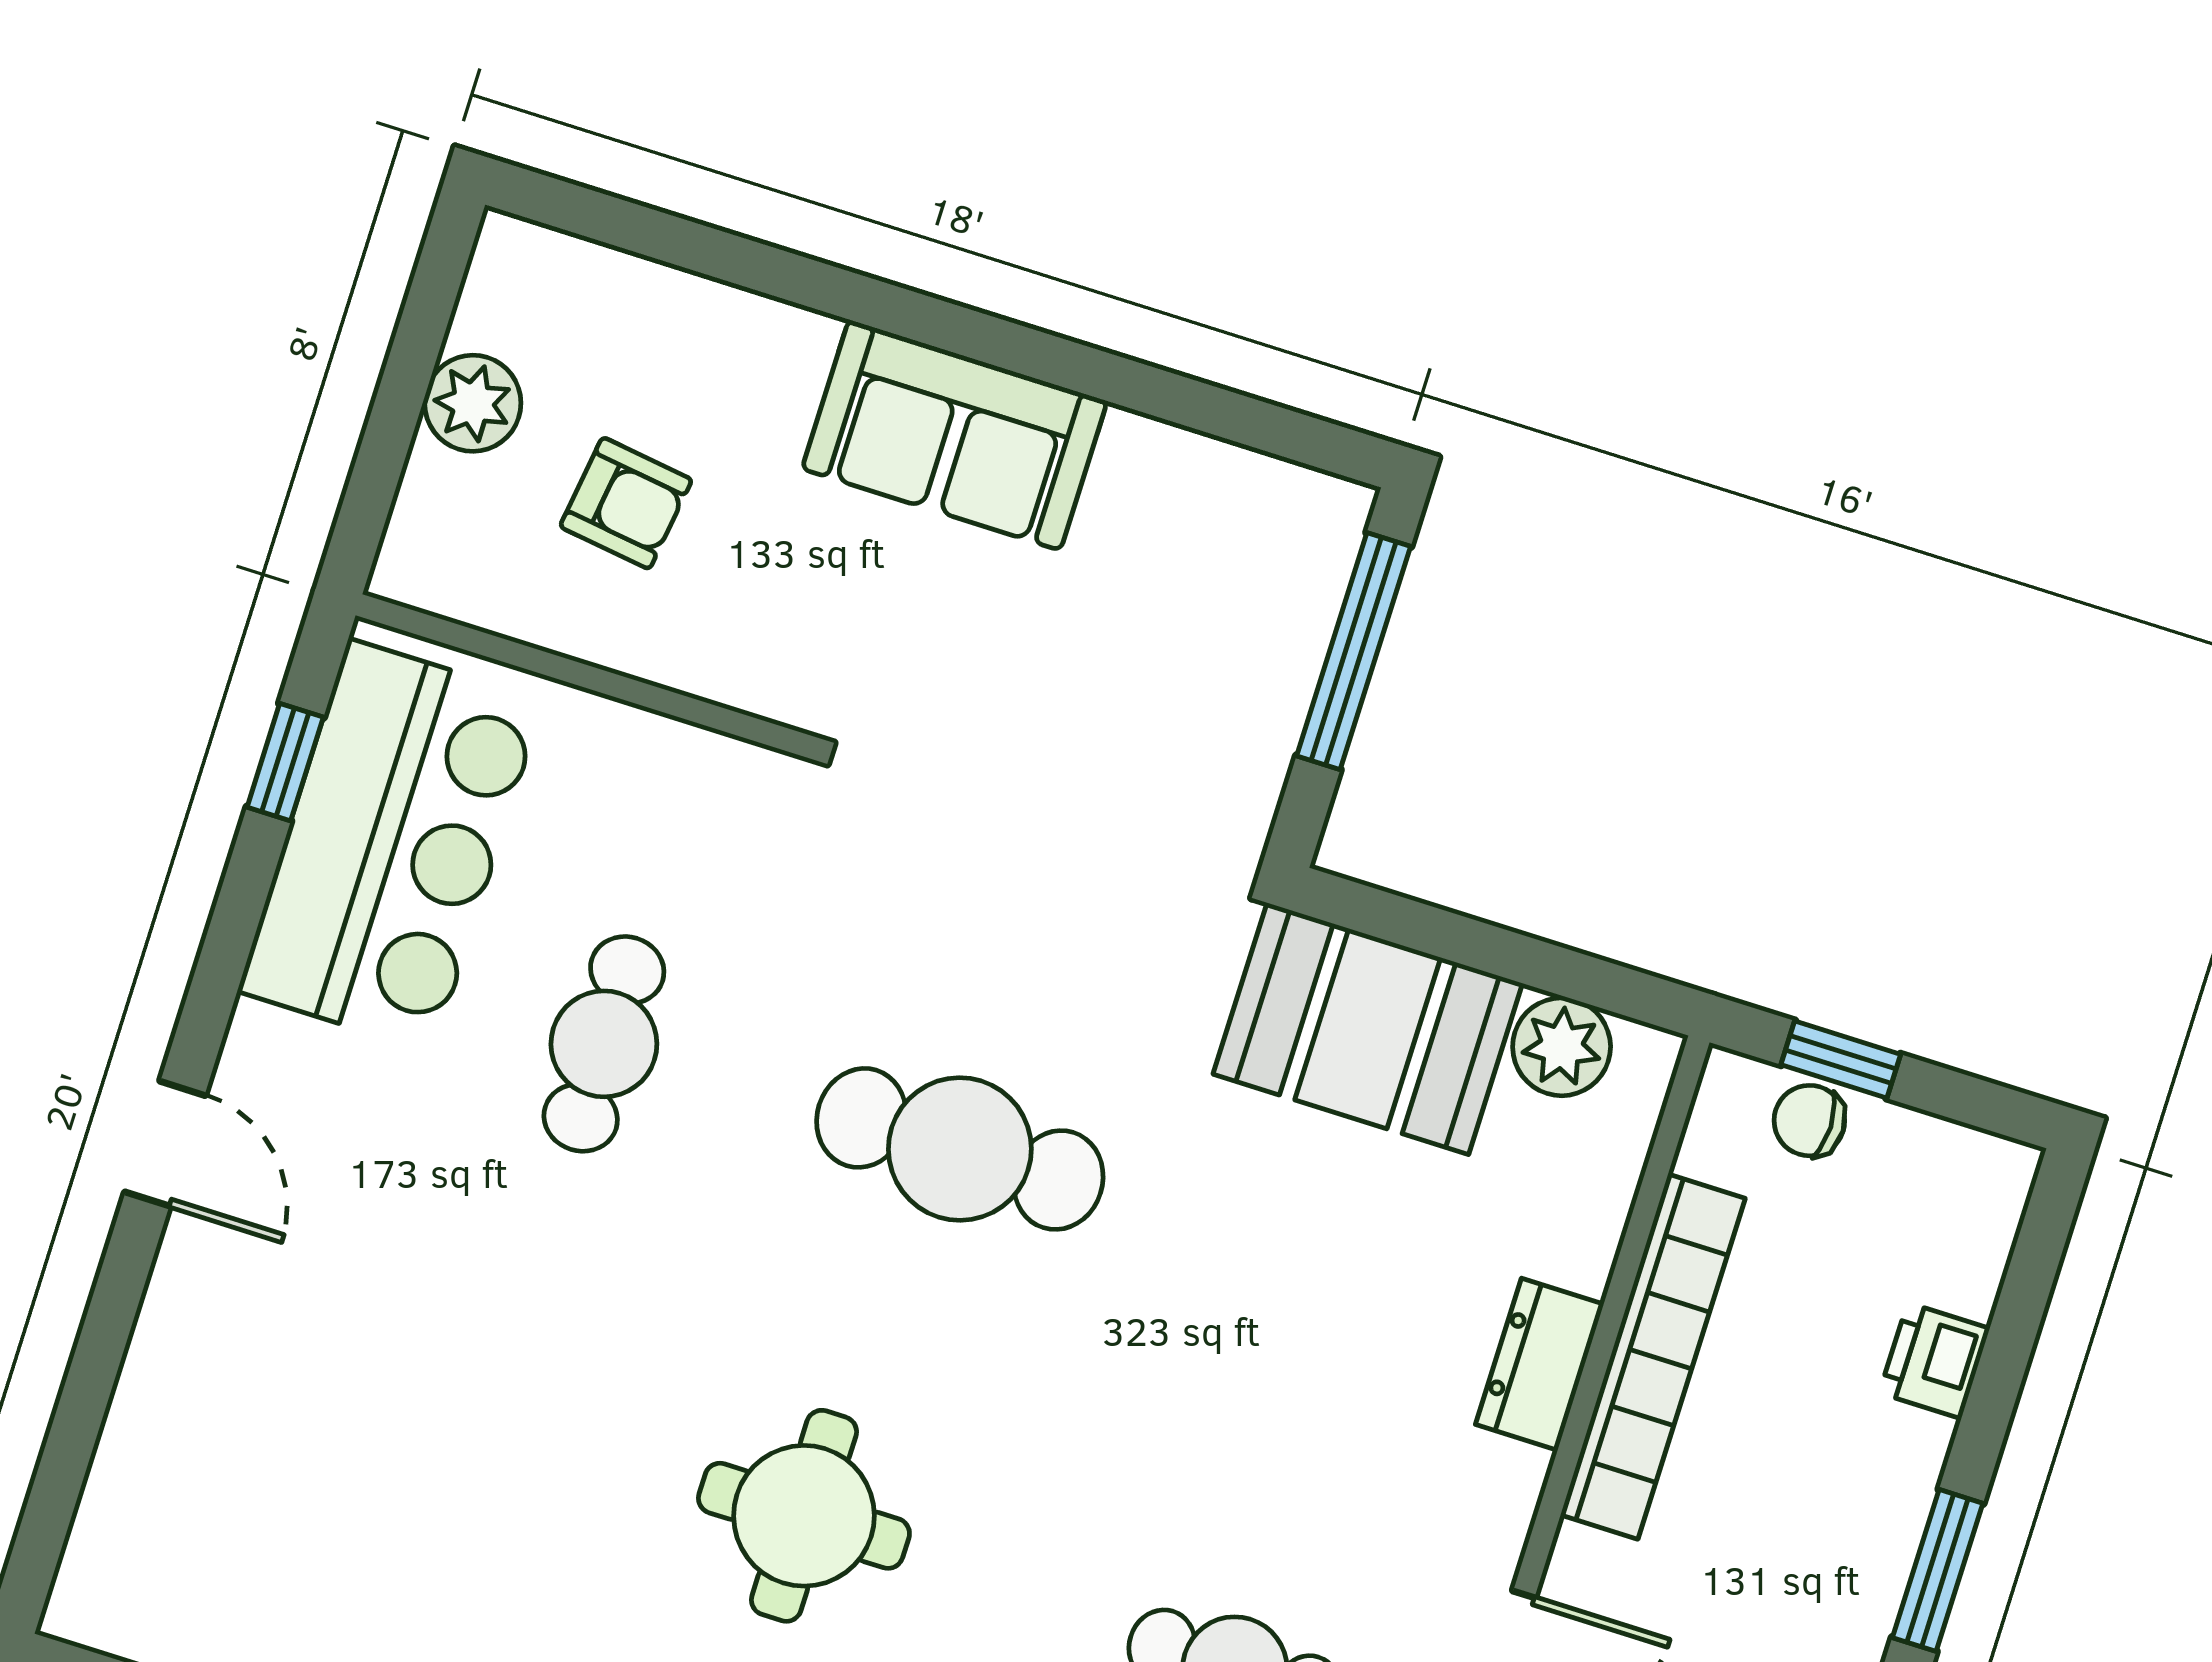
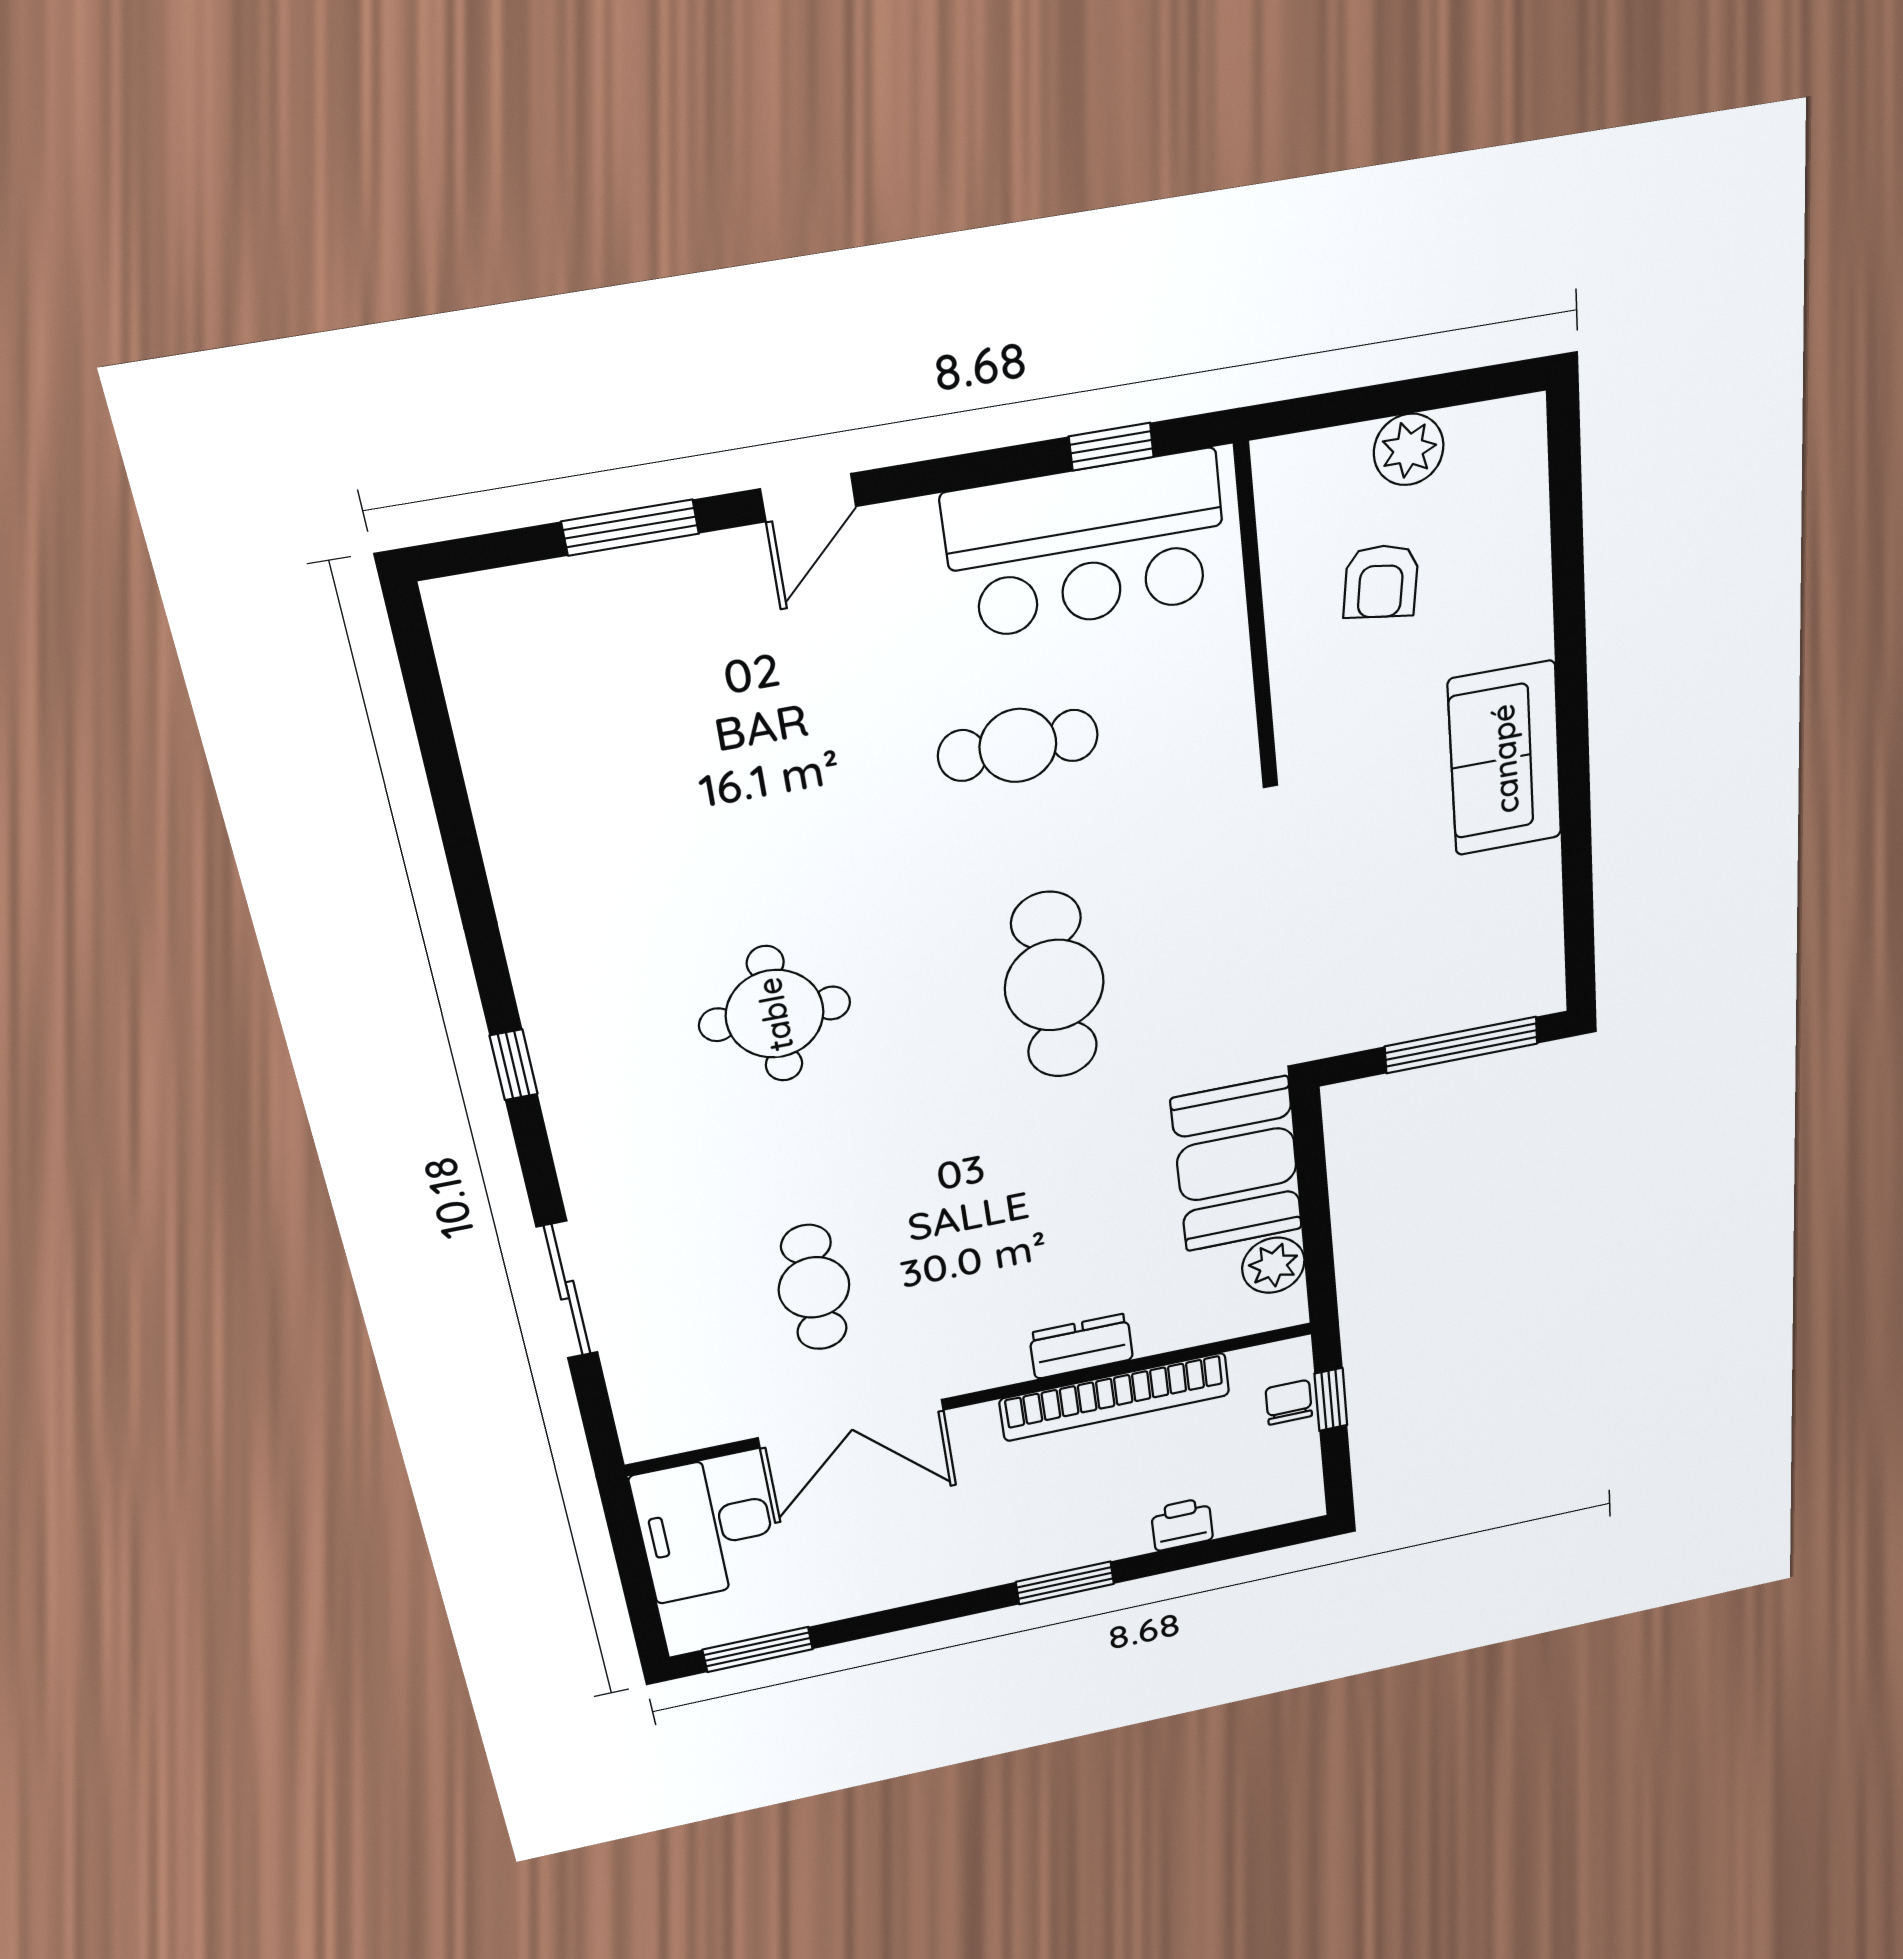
window: (96, 1364) -> (630, 528), added

